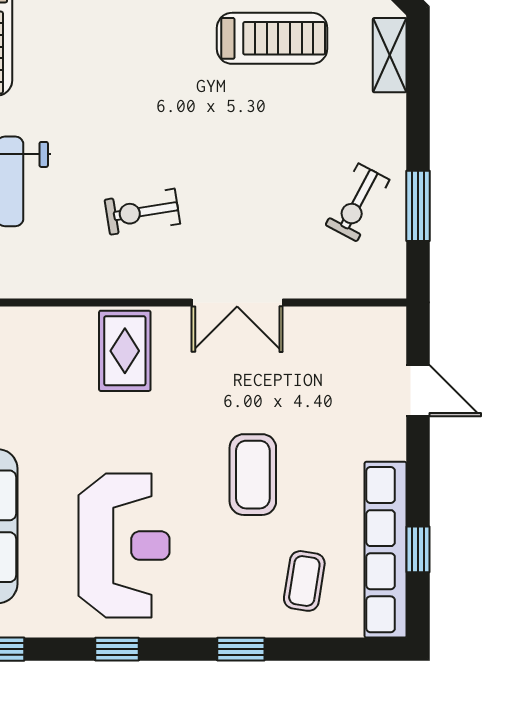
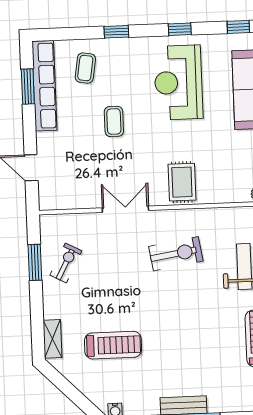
treadmill: (272, 38) -> (113, 345), turned 180
exercise bike: (142, 212) -> (176, 254), width x1.38, depth x1.39
coffee table: (253, 475) -> (114, 121), width x0.73, depth x0.77
window: (418, 549) -> (28, 87), width x1.50

